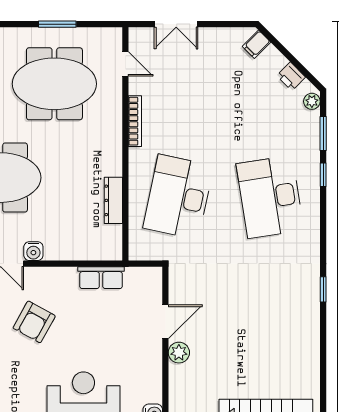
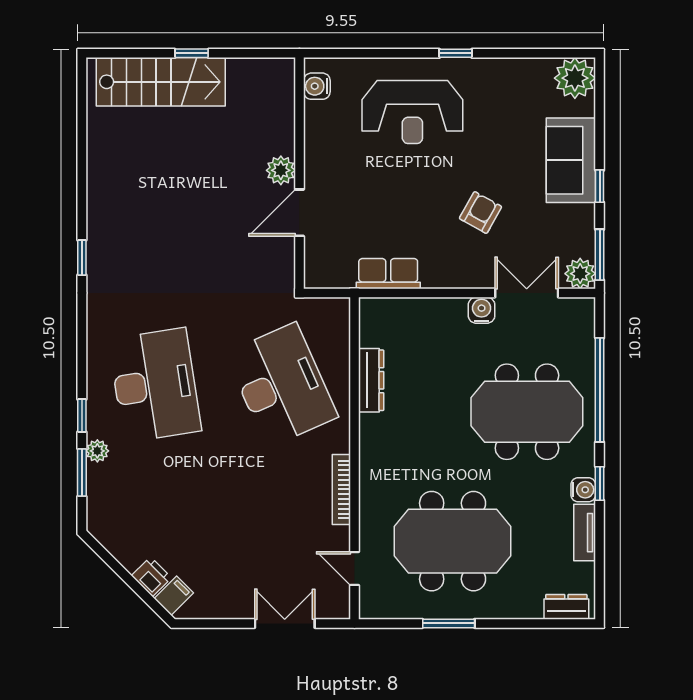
printer: (291, 76) -> (151, 577), moved
plant: (312, 101) -> (97, 451), moved
desk: (178, 197) -> (282, 385), turned -36
armchair: (34, 322) -> (480, 213), width x0.72, depth x0.72

